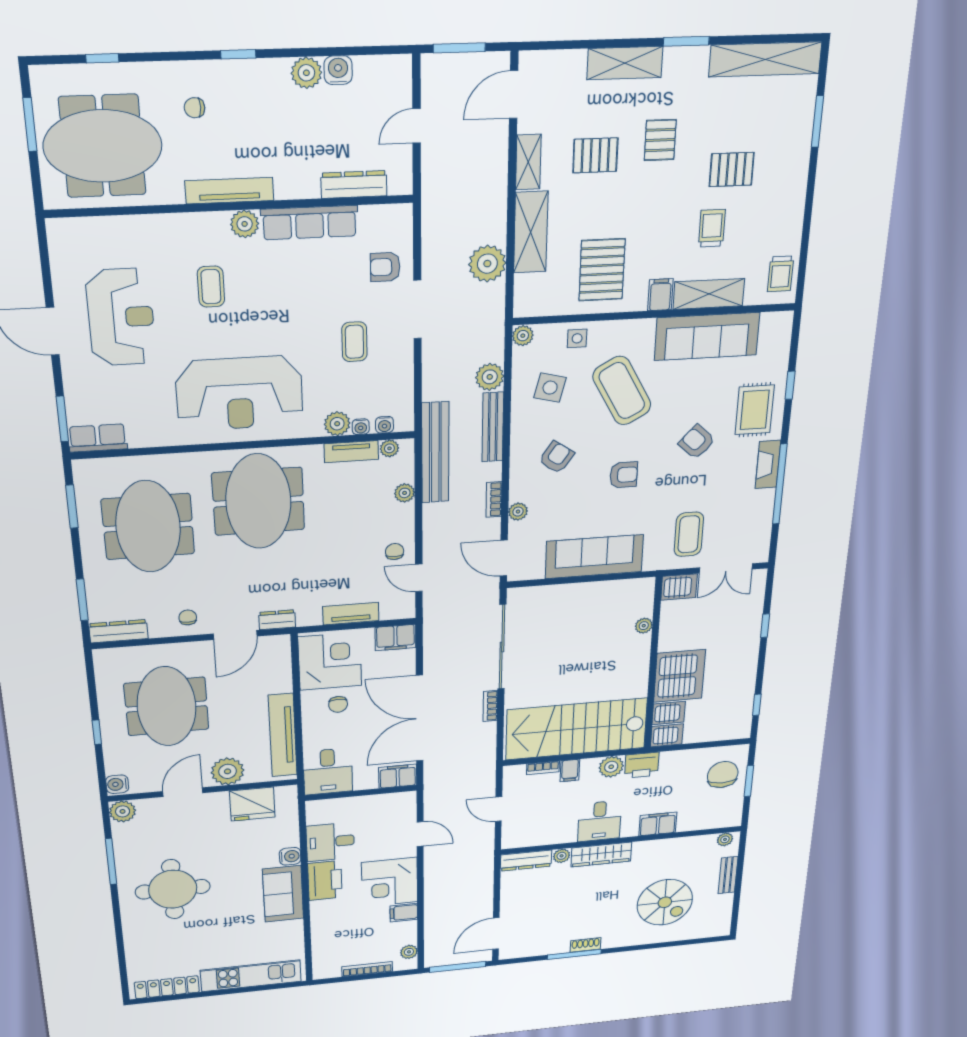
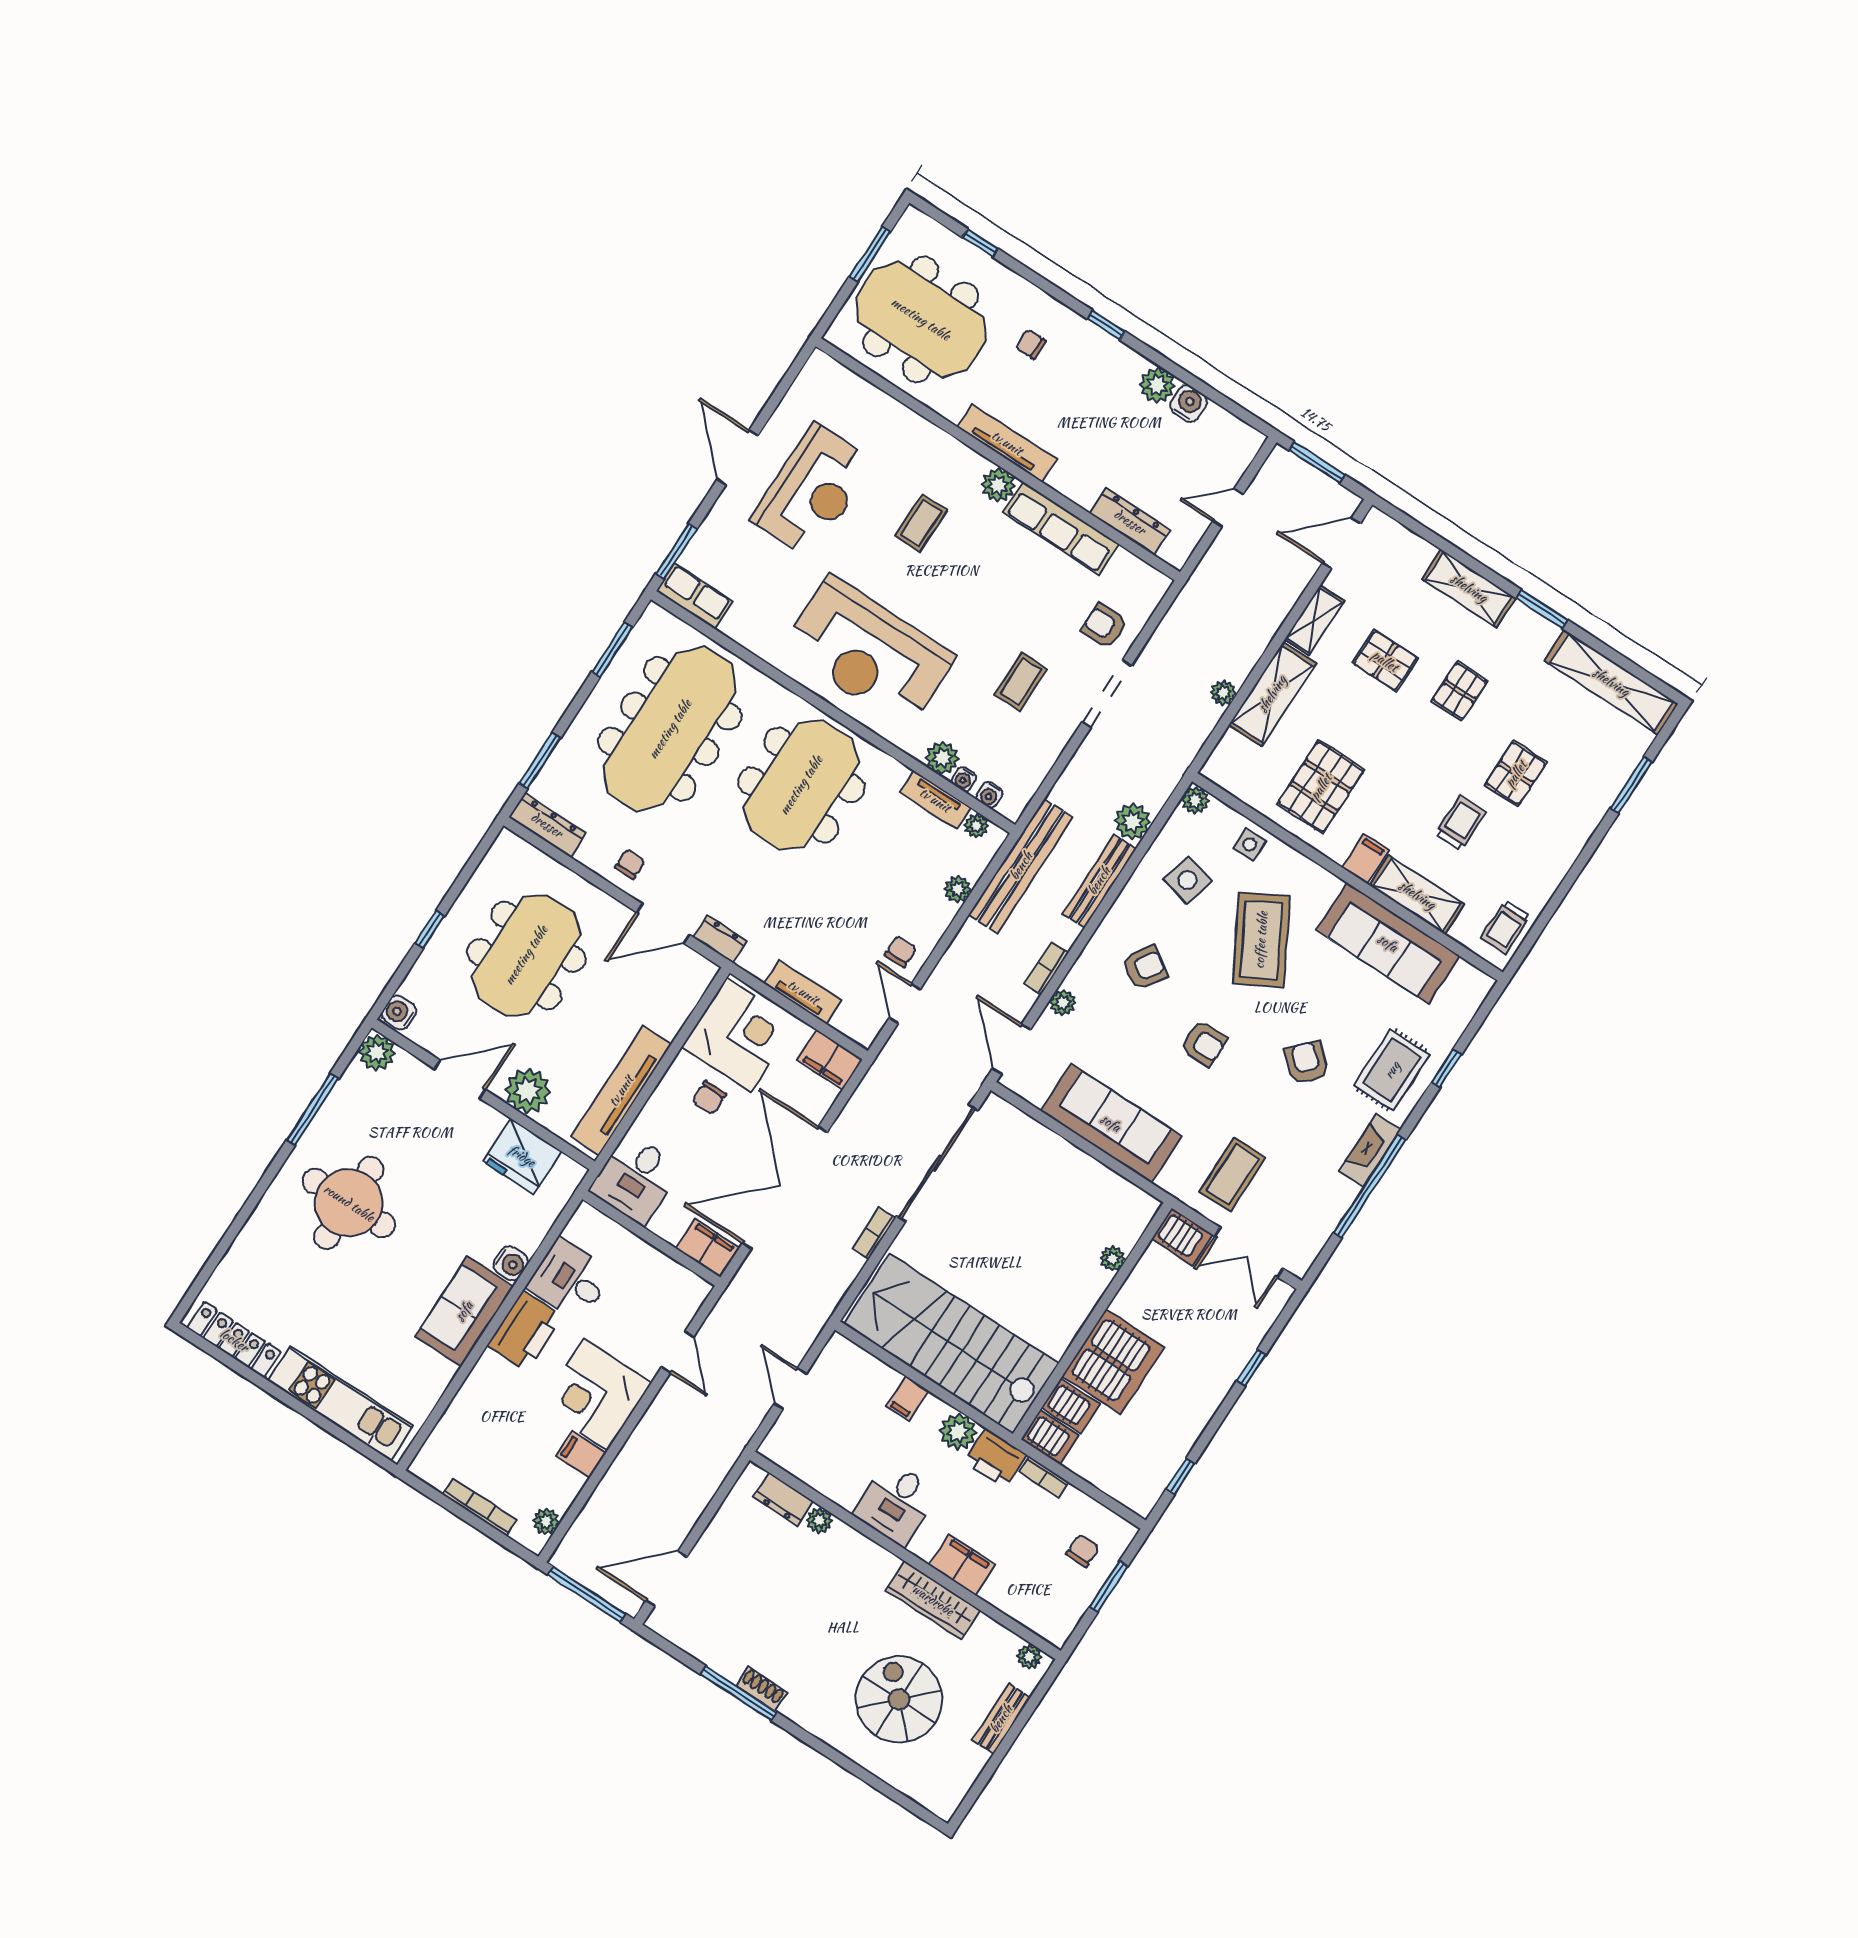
pallet: (732, 169) -> (1516, 774), turned 90
plant: (487, 264) -> (1223, 693), width x0.53, depth x0.53
meeting table: (148, 527) -> (670, 729), width x1.36
bookcase: (543, 768) -> (1044, 1477), moved
chair: (723, 775) -> (1083, 1551), width x0.54, depth x0.54
wardrobe: (601, 855) -> (933, 1600), moved
dresser: (526, 861) -> (783, 1499), width x0.70
spiral stairs: (665, 902) -> (899, 1699), turned 180

